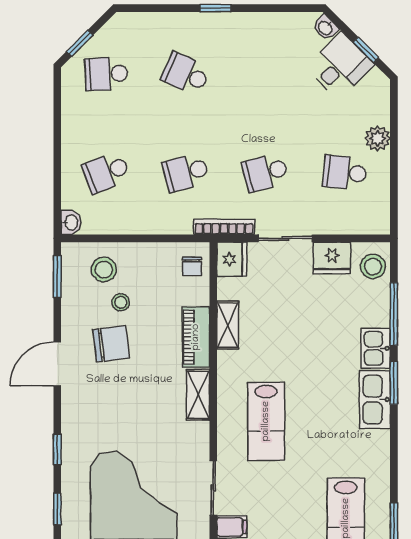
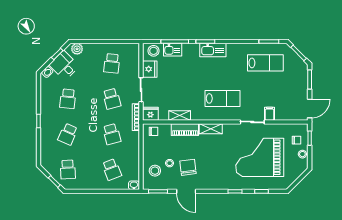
school desk: (265, 74) -> (68, 99), added
plant: (377, 138) -> (77, 49), moved
kitchen sink: (376, 348) -> (173, 50), moved
door: (57, 364) -> (186, 191), moved

